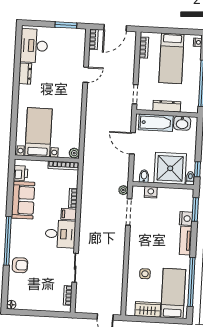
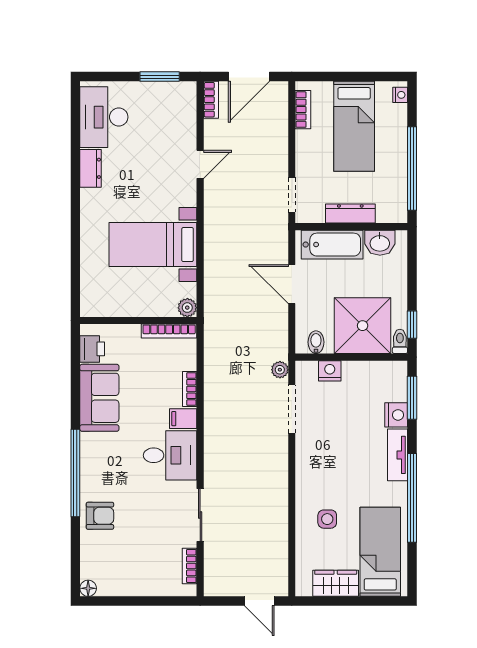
bed with nightstands: (38, 132) -> (153, 245), moved, turned -90
window: (191, 282) -> (412, 498), moved

